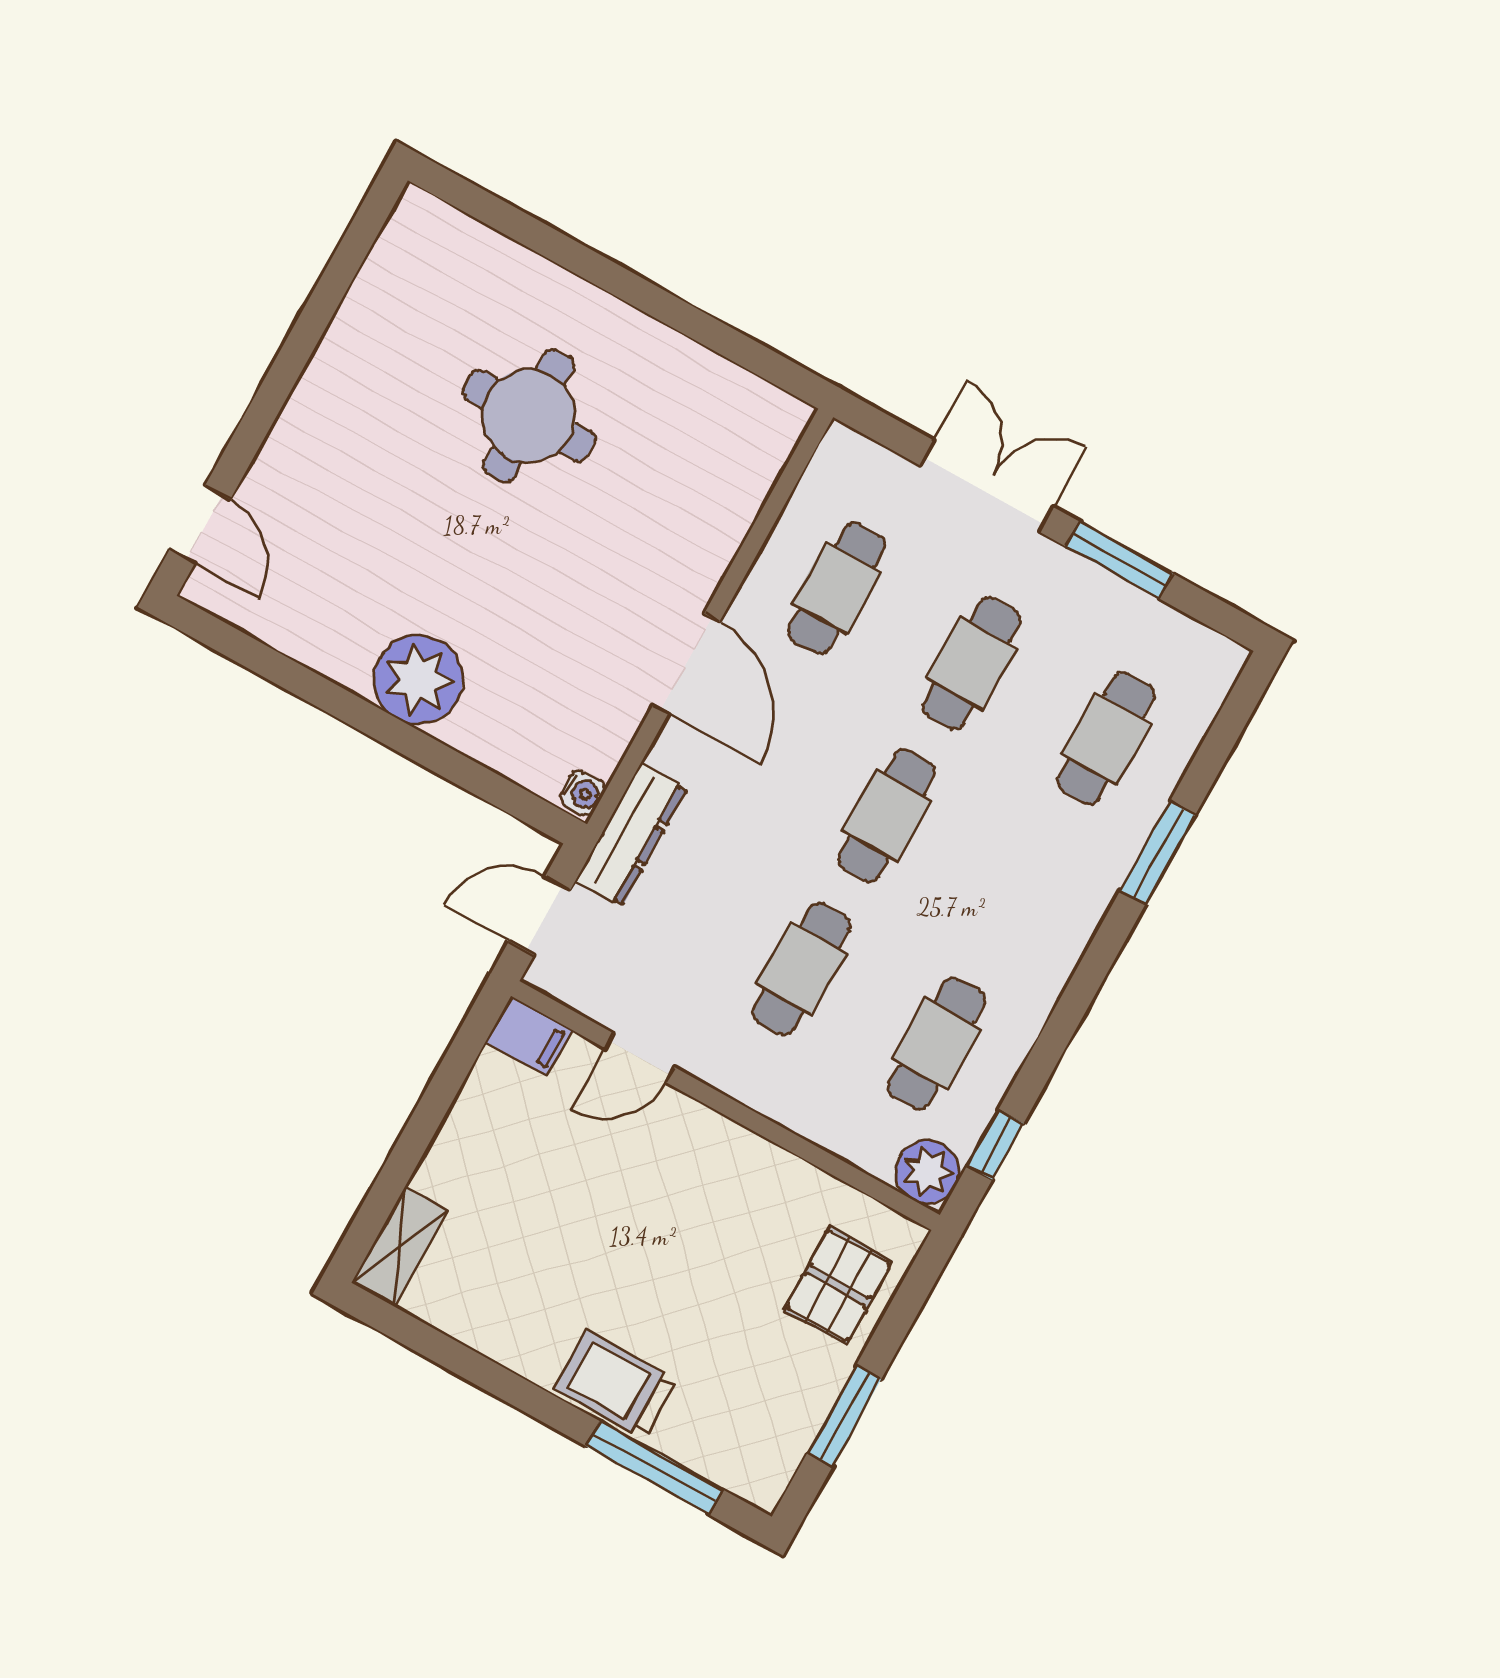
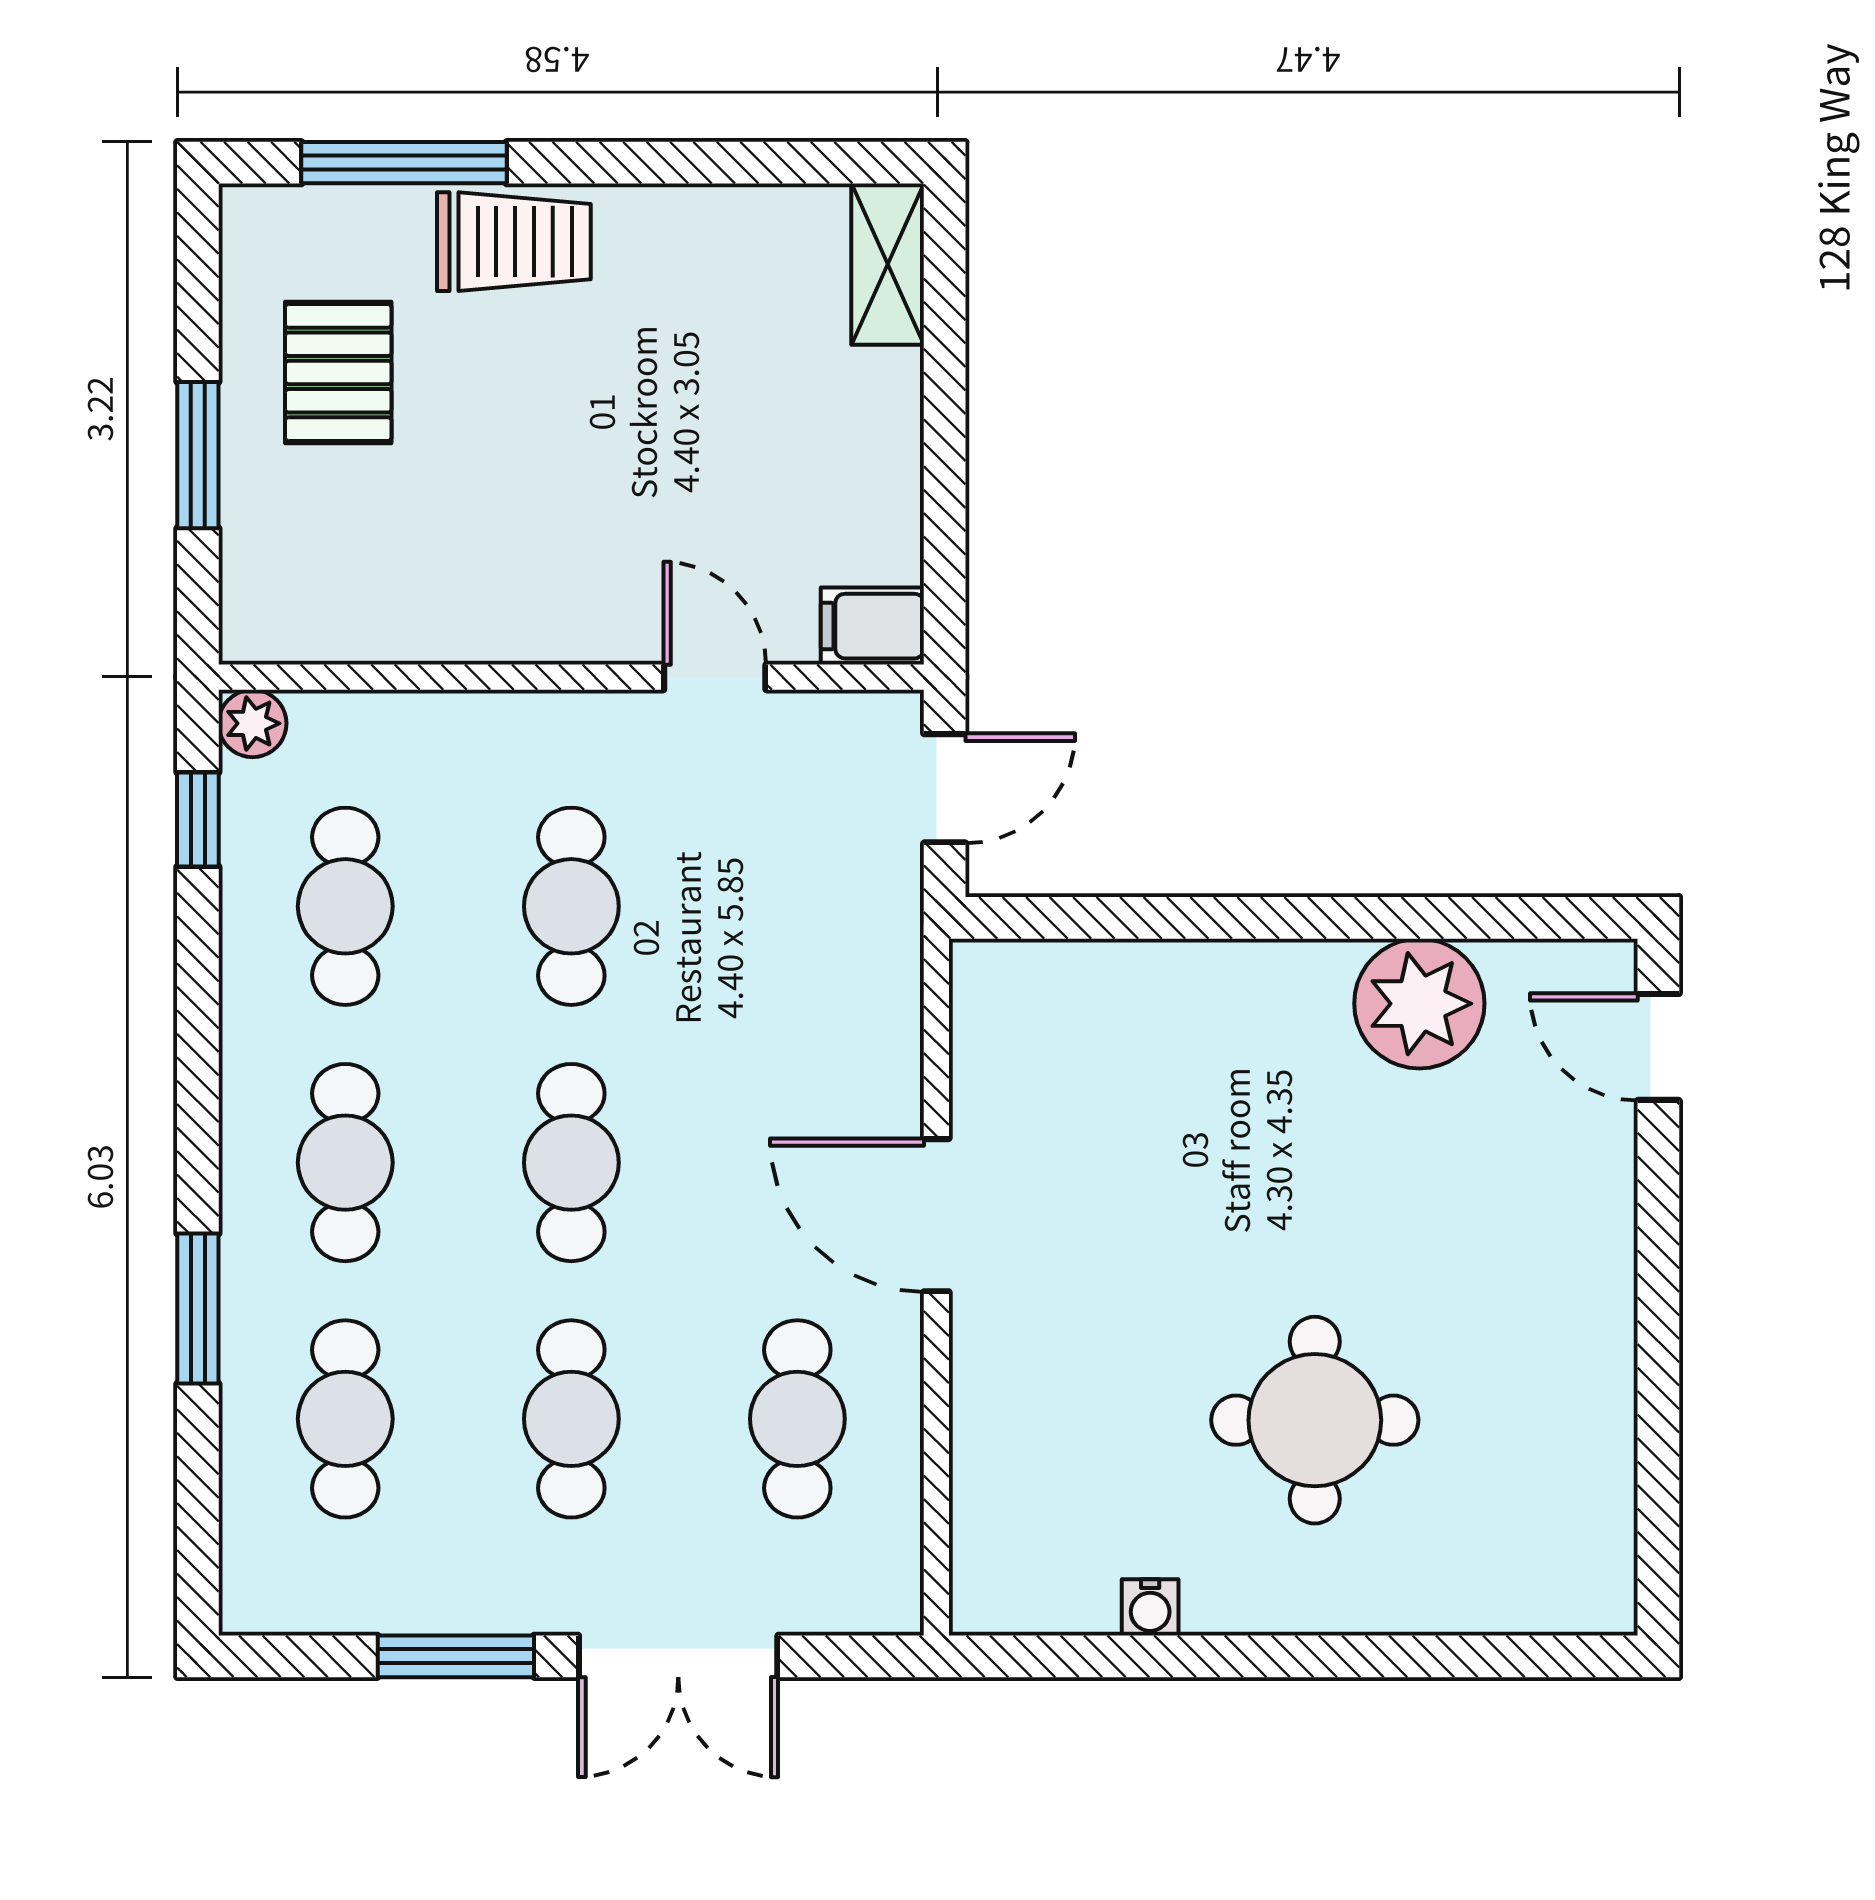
plant: (418, 680) -> (1419, 1004), moved
water cooler: (582, 793) -> (1150, 1607), moved, turned -90
dresser: (631, 835) -> (885, 957), removed
cafe table: (1021, 891) -> (345, 1163), added
door: (640, 1058) -> (715, 677), hinge flipped
plant: (928, 1172) -> (252, 723), width x0.73, depth x0.73
pallet: (838, 1286) -> (338, 372), moved
window: (844, 1416) -> (198, 455), moved

